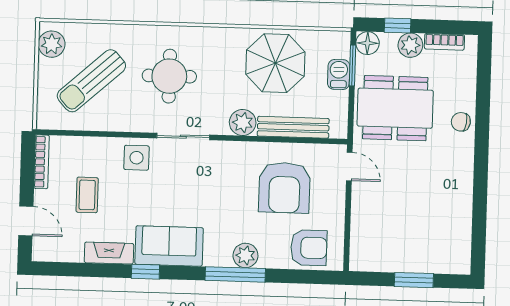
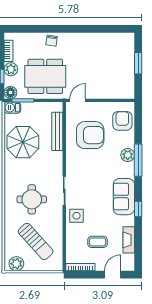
barbecue: (339, 75) -> (12, 108), moved
dining table: (395, 108) -> (45, 76), turned 90
plant: (243, 122) -> (56, 159), removed
fireplace: (109, 253) -> (129, 240), moved

